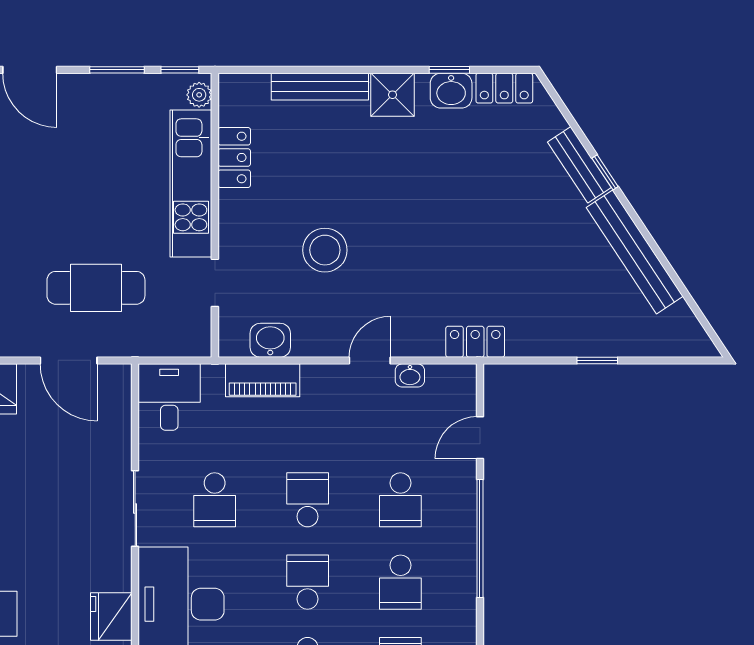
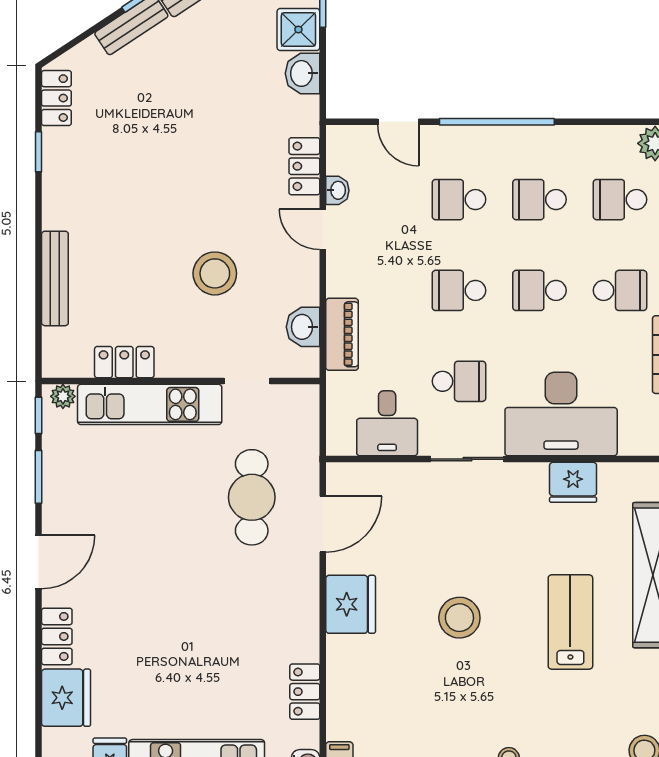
washbasin: (451, 91) -> (302, 73), moved, turned 180
shower: (392, 95) -> (298, 29), moved
locker: (475, 342) -> (304, 166), moved
desk: (169, 397) -> (387, 423), moved, turned -90
school desk: (400, 500) -> (459, 200), turned 180
school desk: (400, 582) -> (539, 200), turned 180

